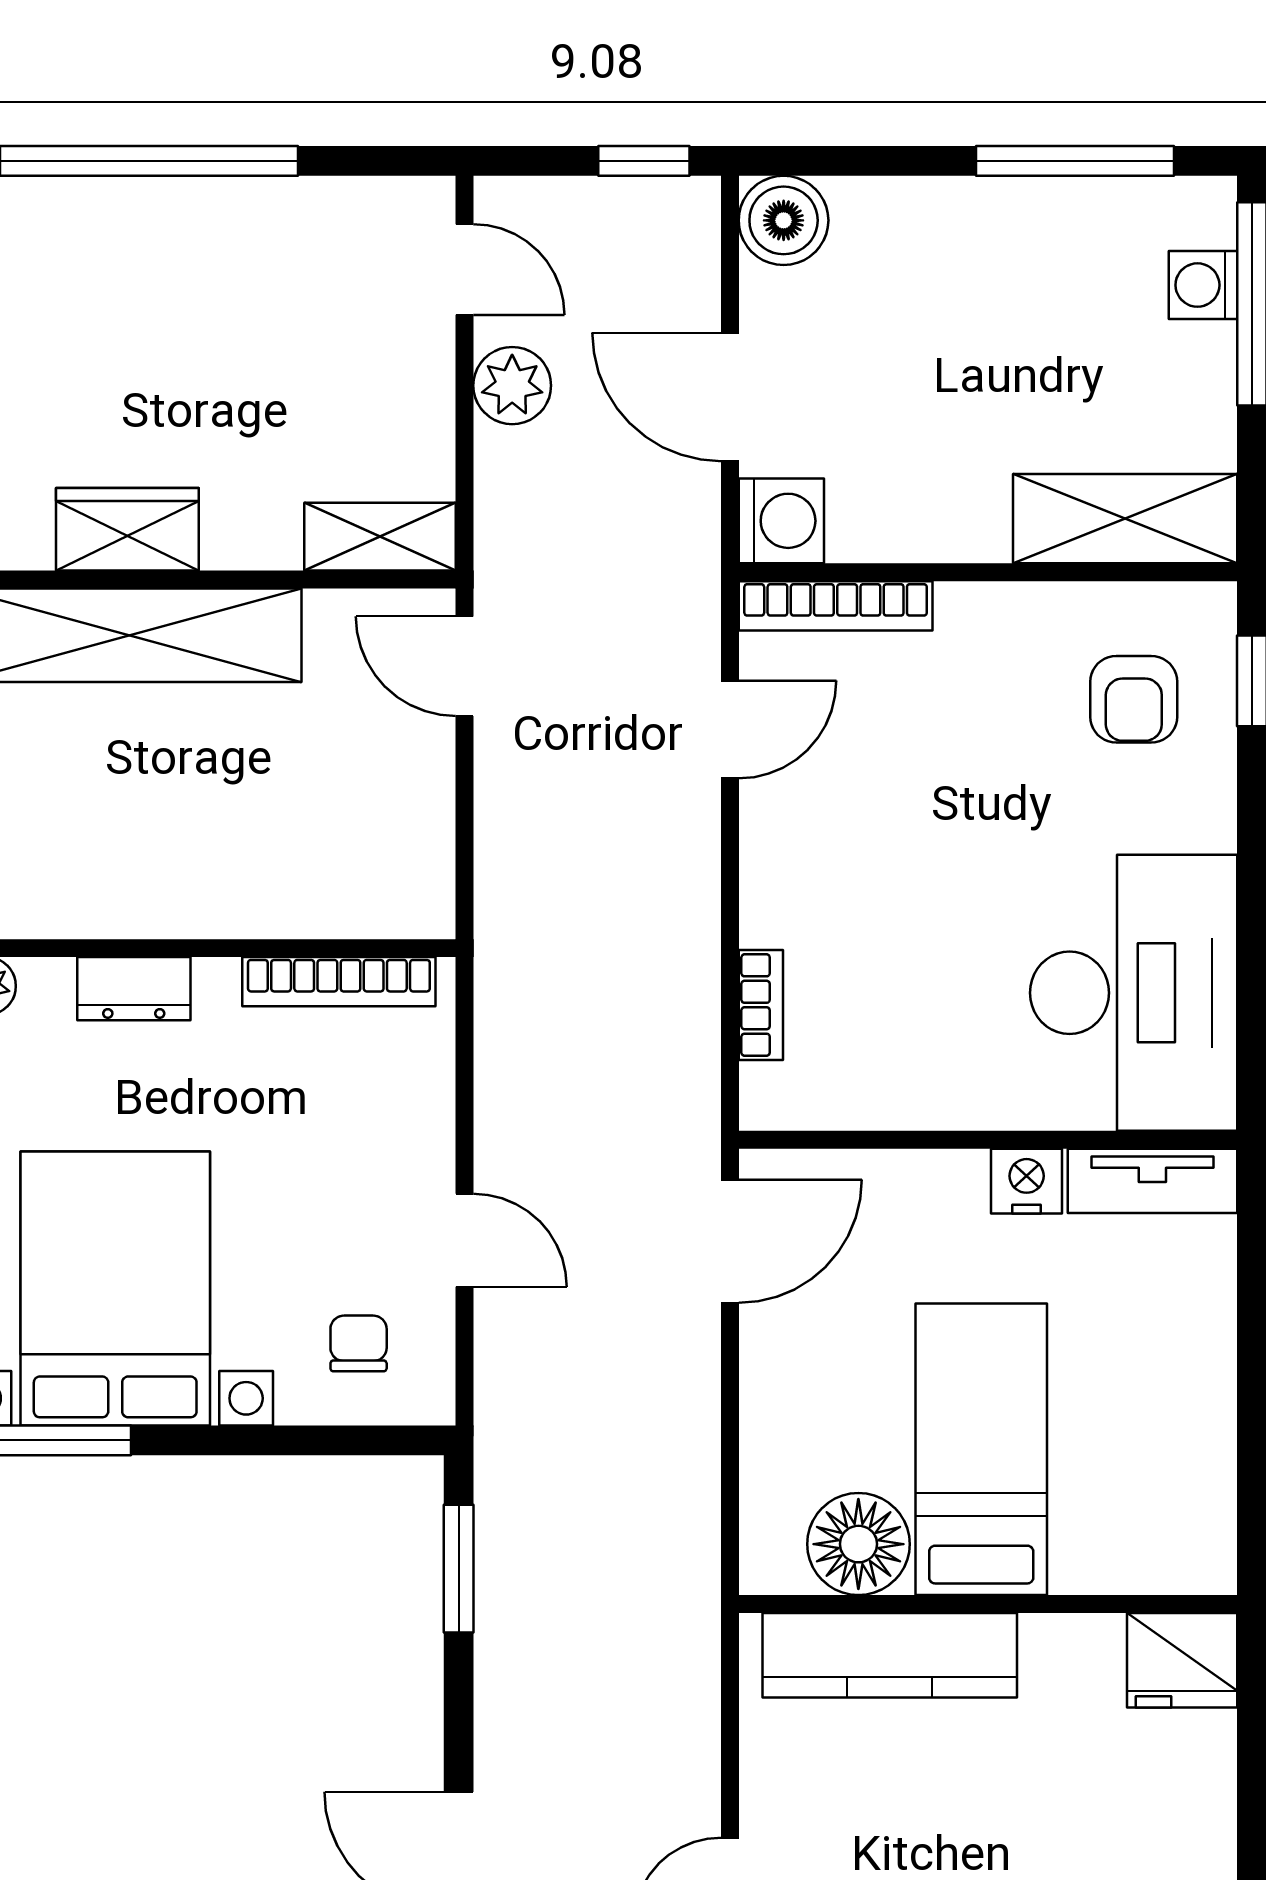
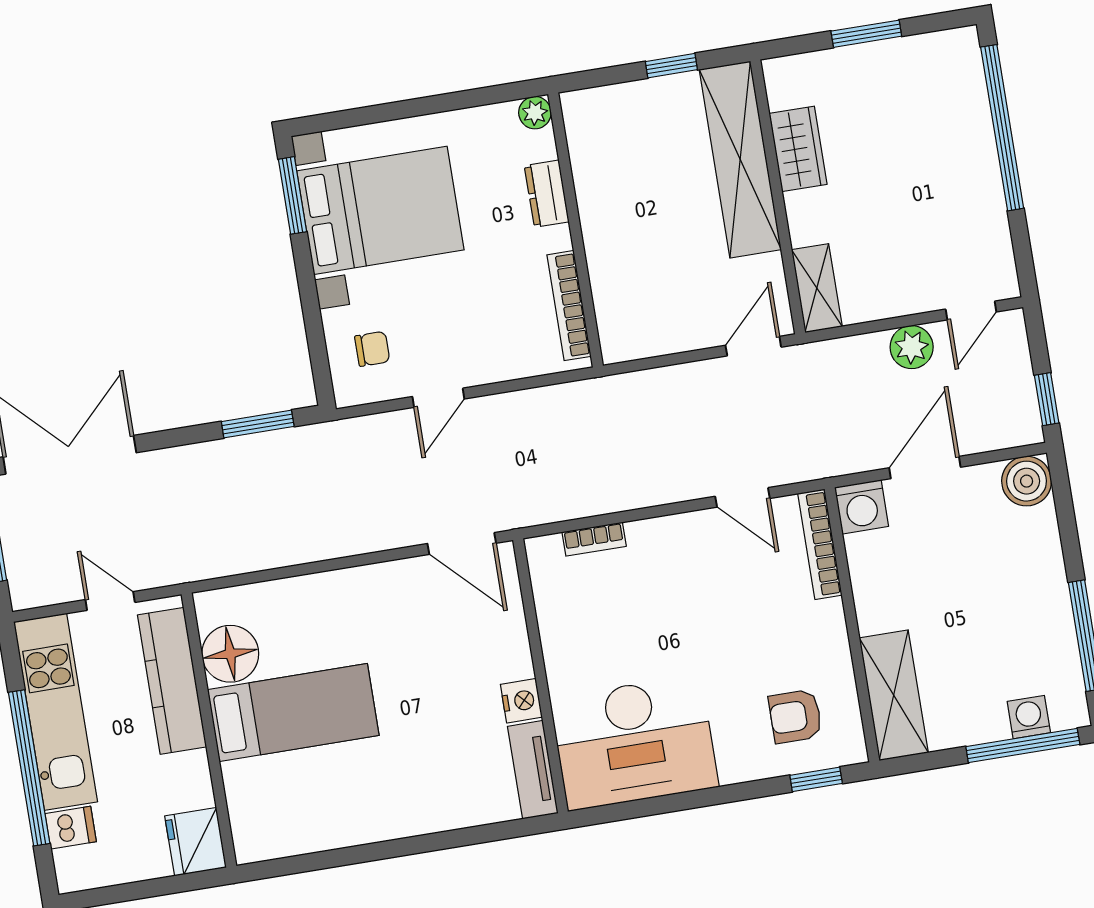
bed: (981, 1449) -> (293, 713), moved
floor lamp: (858, 1544) -> (230, 654), moved
wall: (988, 1604) -> (209, 730), moved
kitchen counter: (890, 1655) -> (172, 681), moved
fridge: (1182, 1660) -> (196, 842), moved

